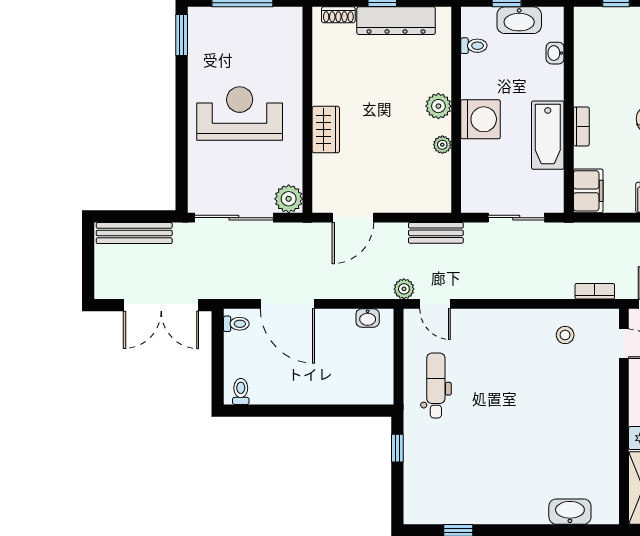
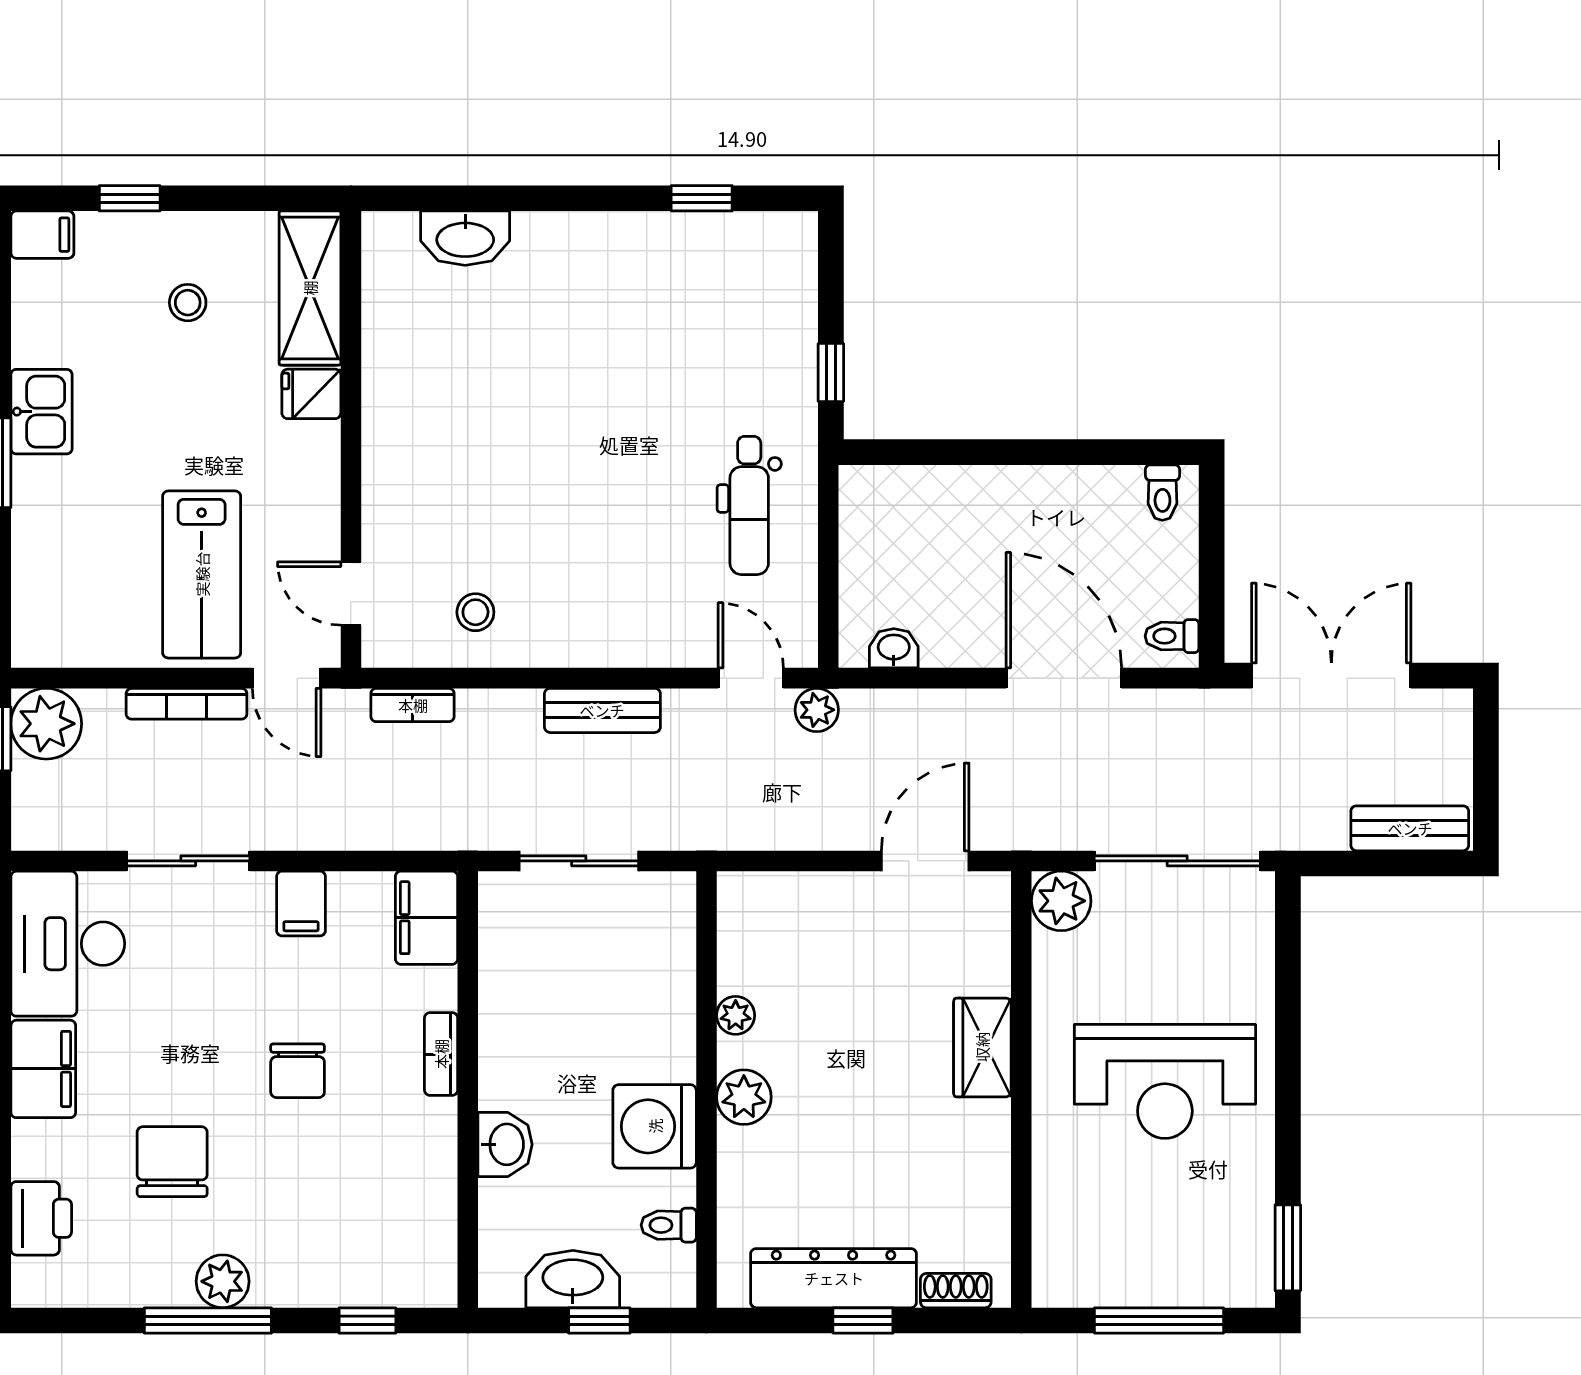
washbasin: (555, 53) -> (505, 1144), moved, width x1.38, depth x1.45
washing machine: (481, 119) -> (655, 1126), moved
bathtub: (548, 135) -> (512, 1036), removed
bench: (134, 233) -> (1410, 828), width x0.73
bench: (436, 233) -> (602, 710), moved

